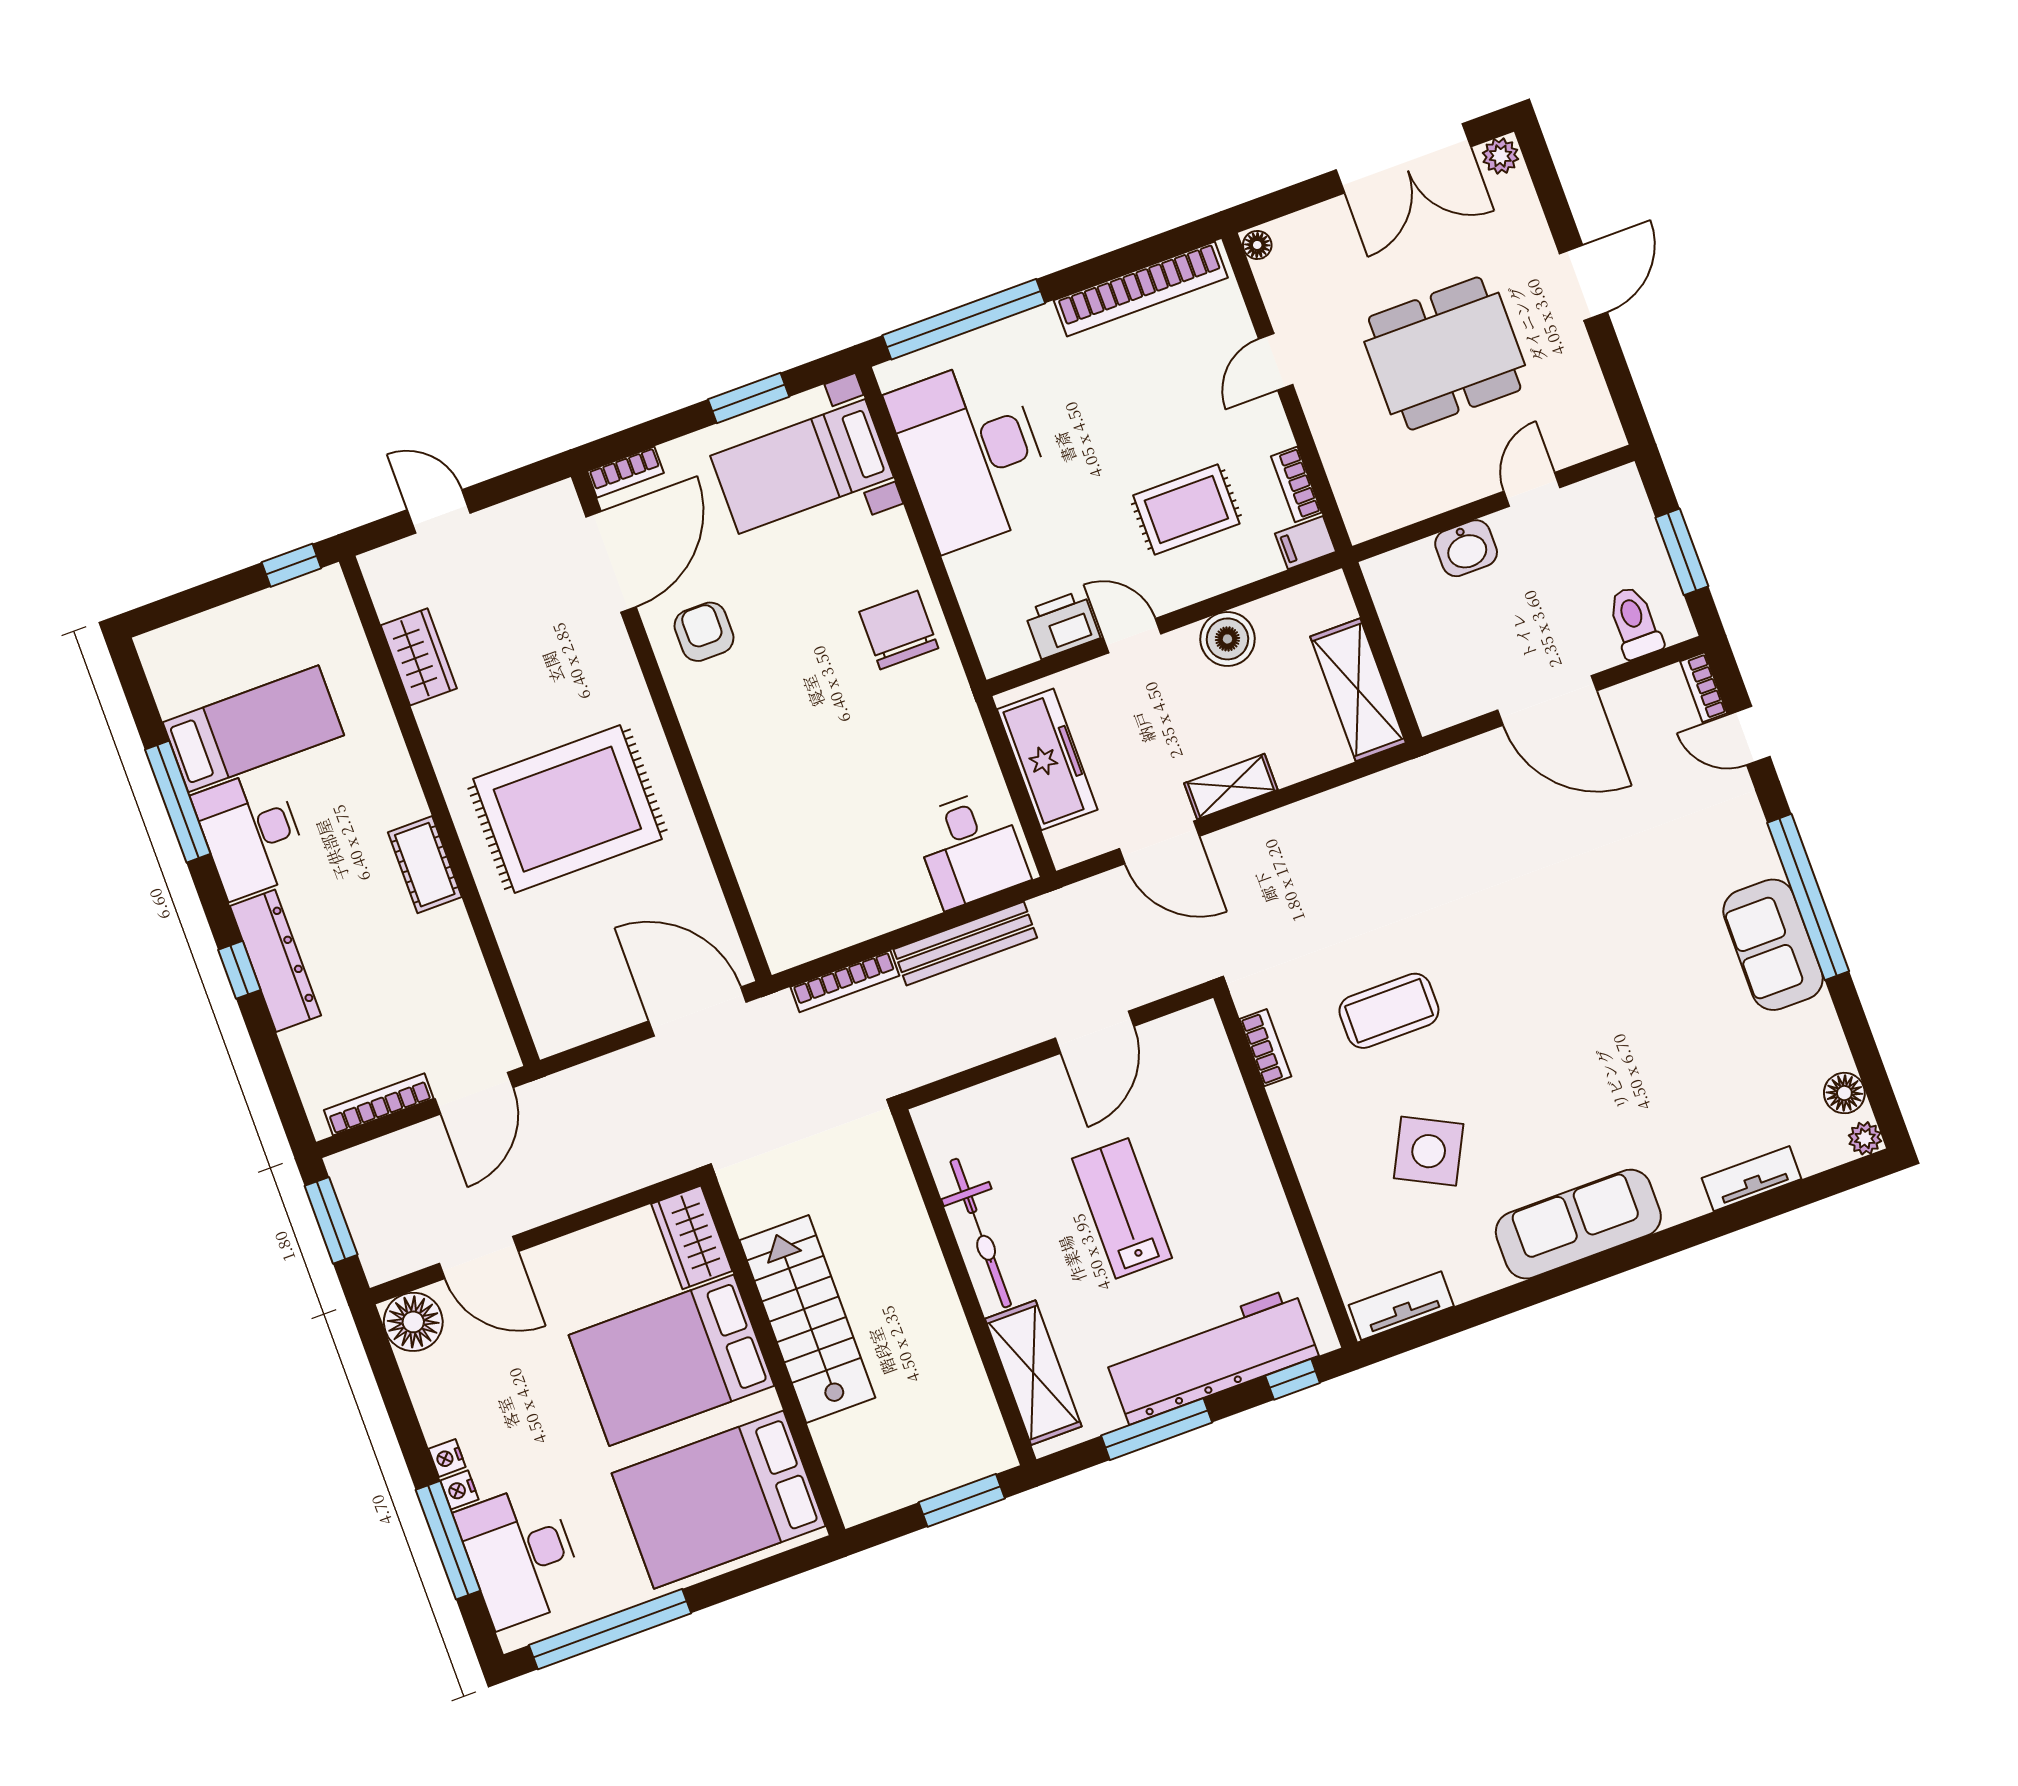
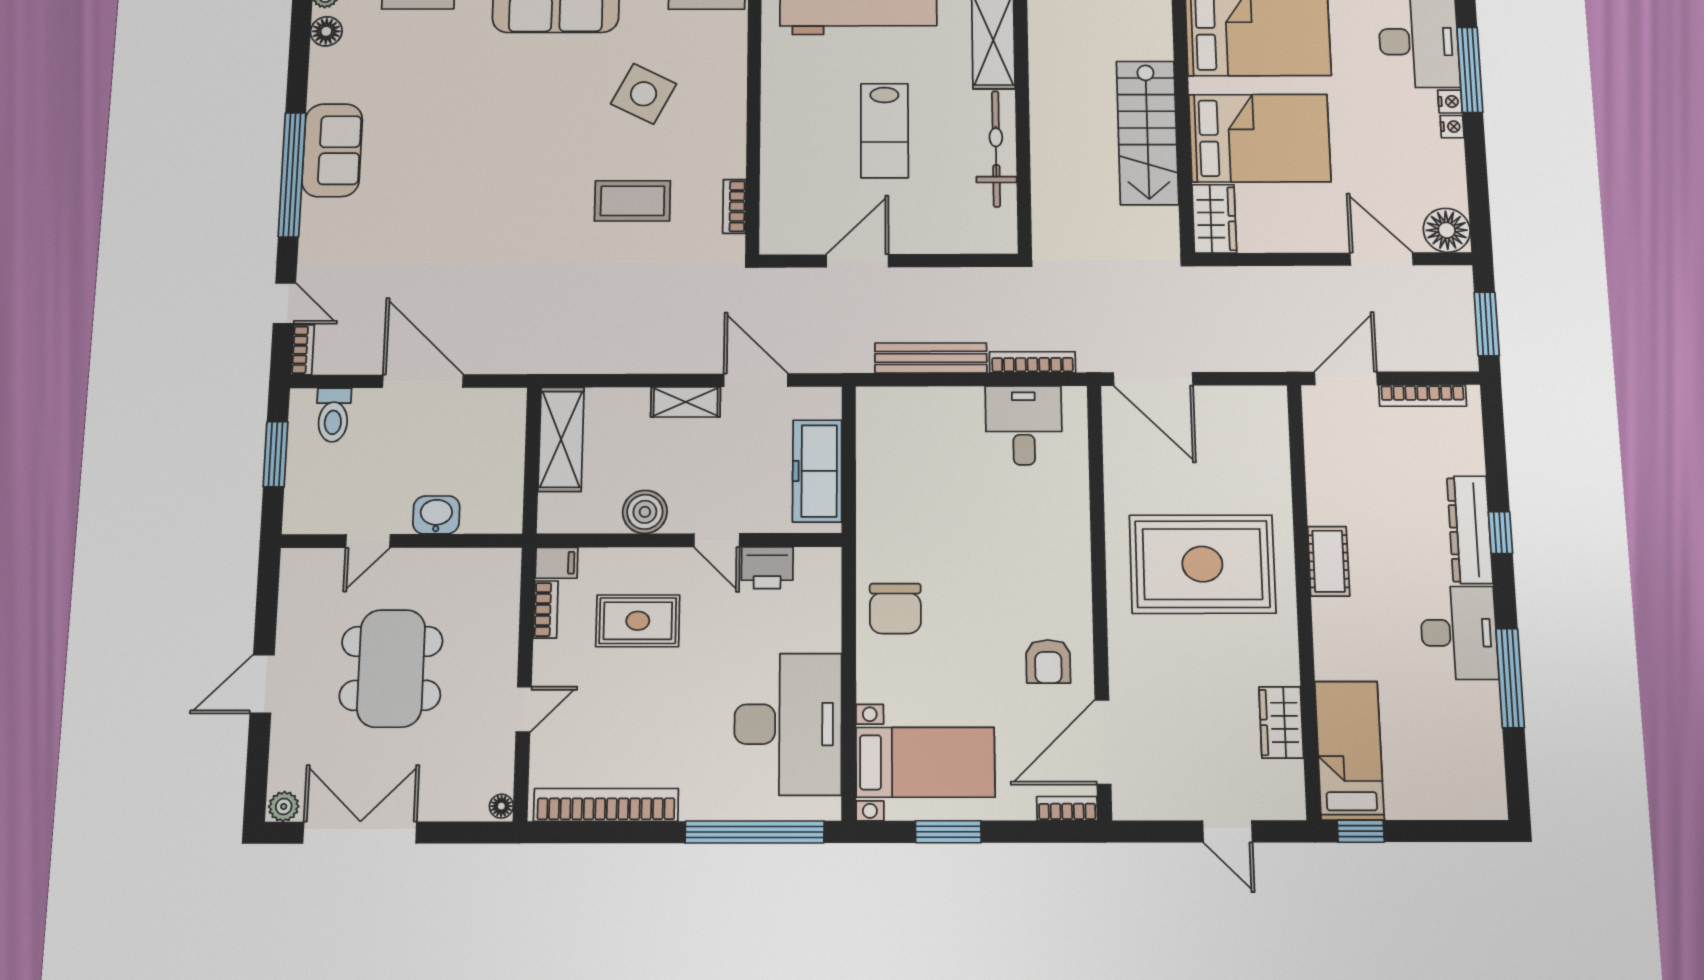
dining table: (1445, 353) -> (391, 668), turned 90
bed: (253, 729) -> (1349, 750), moved, turned 90
desk: (971, 849) -> (1024, 425), moved

